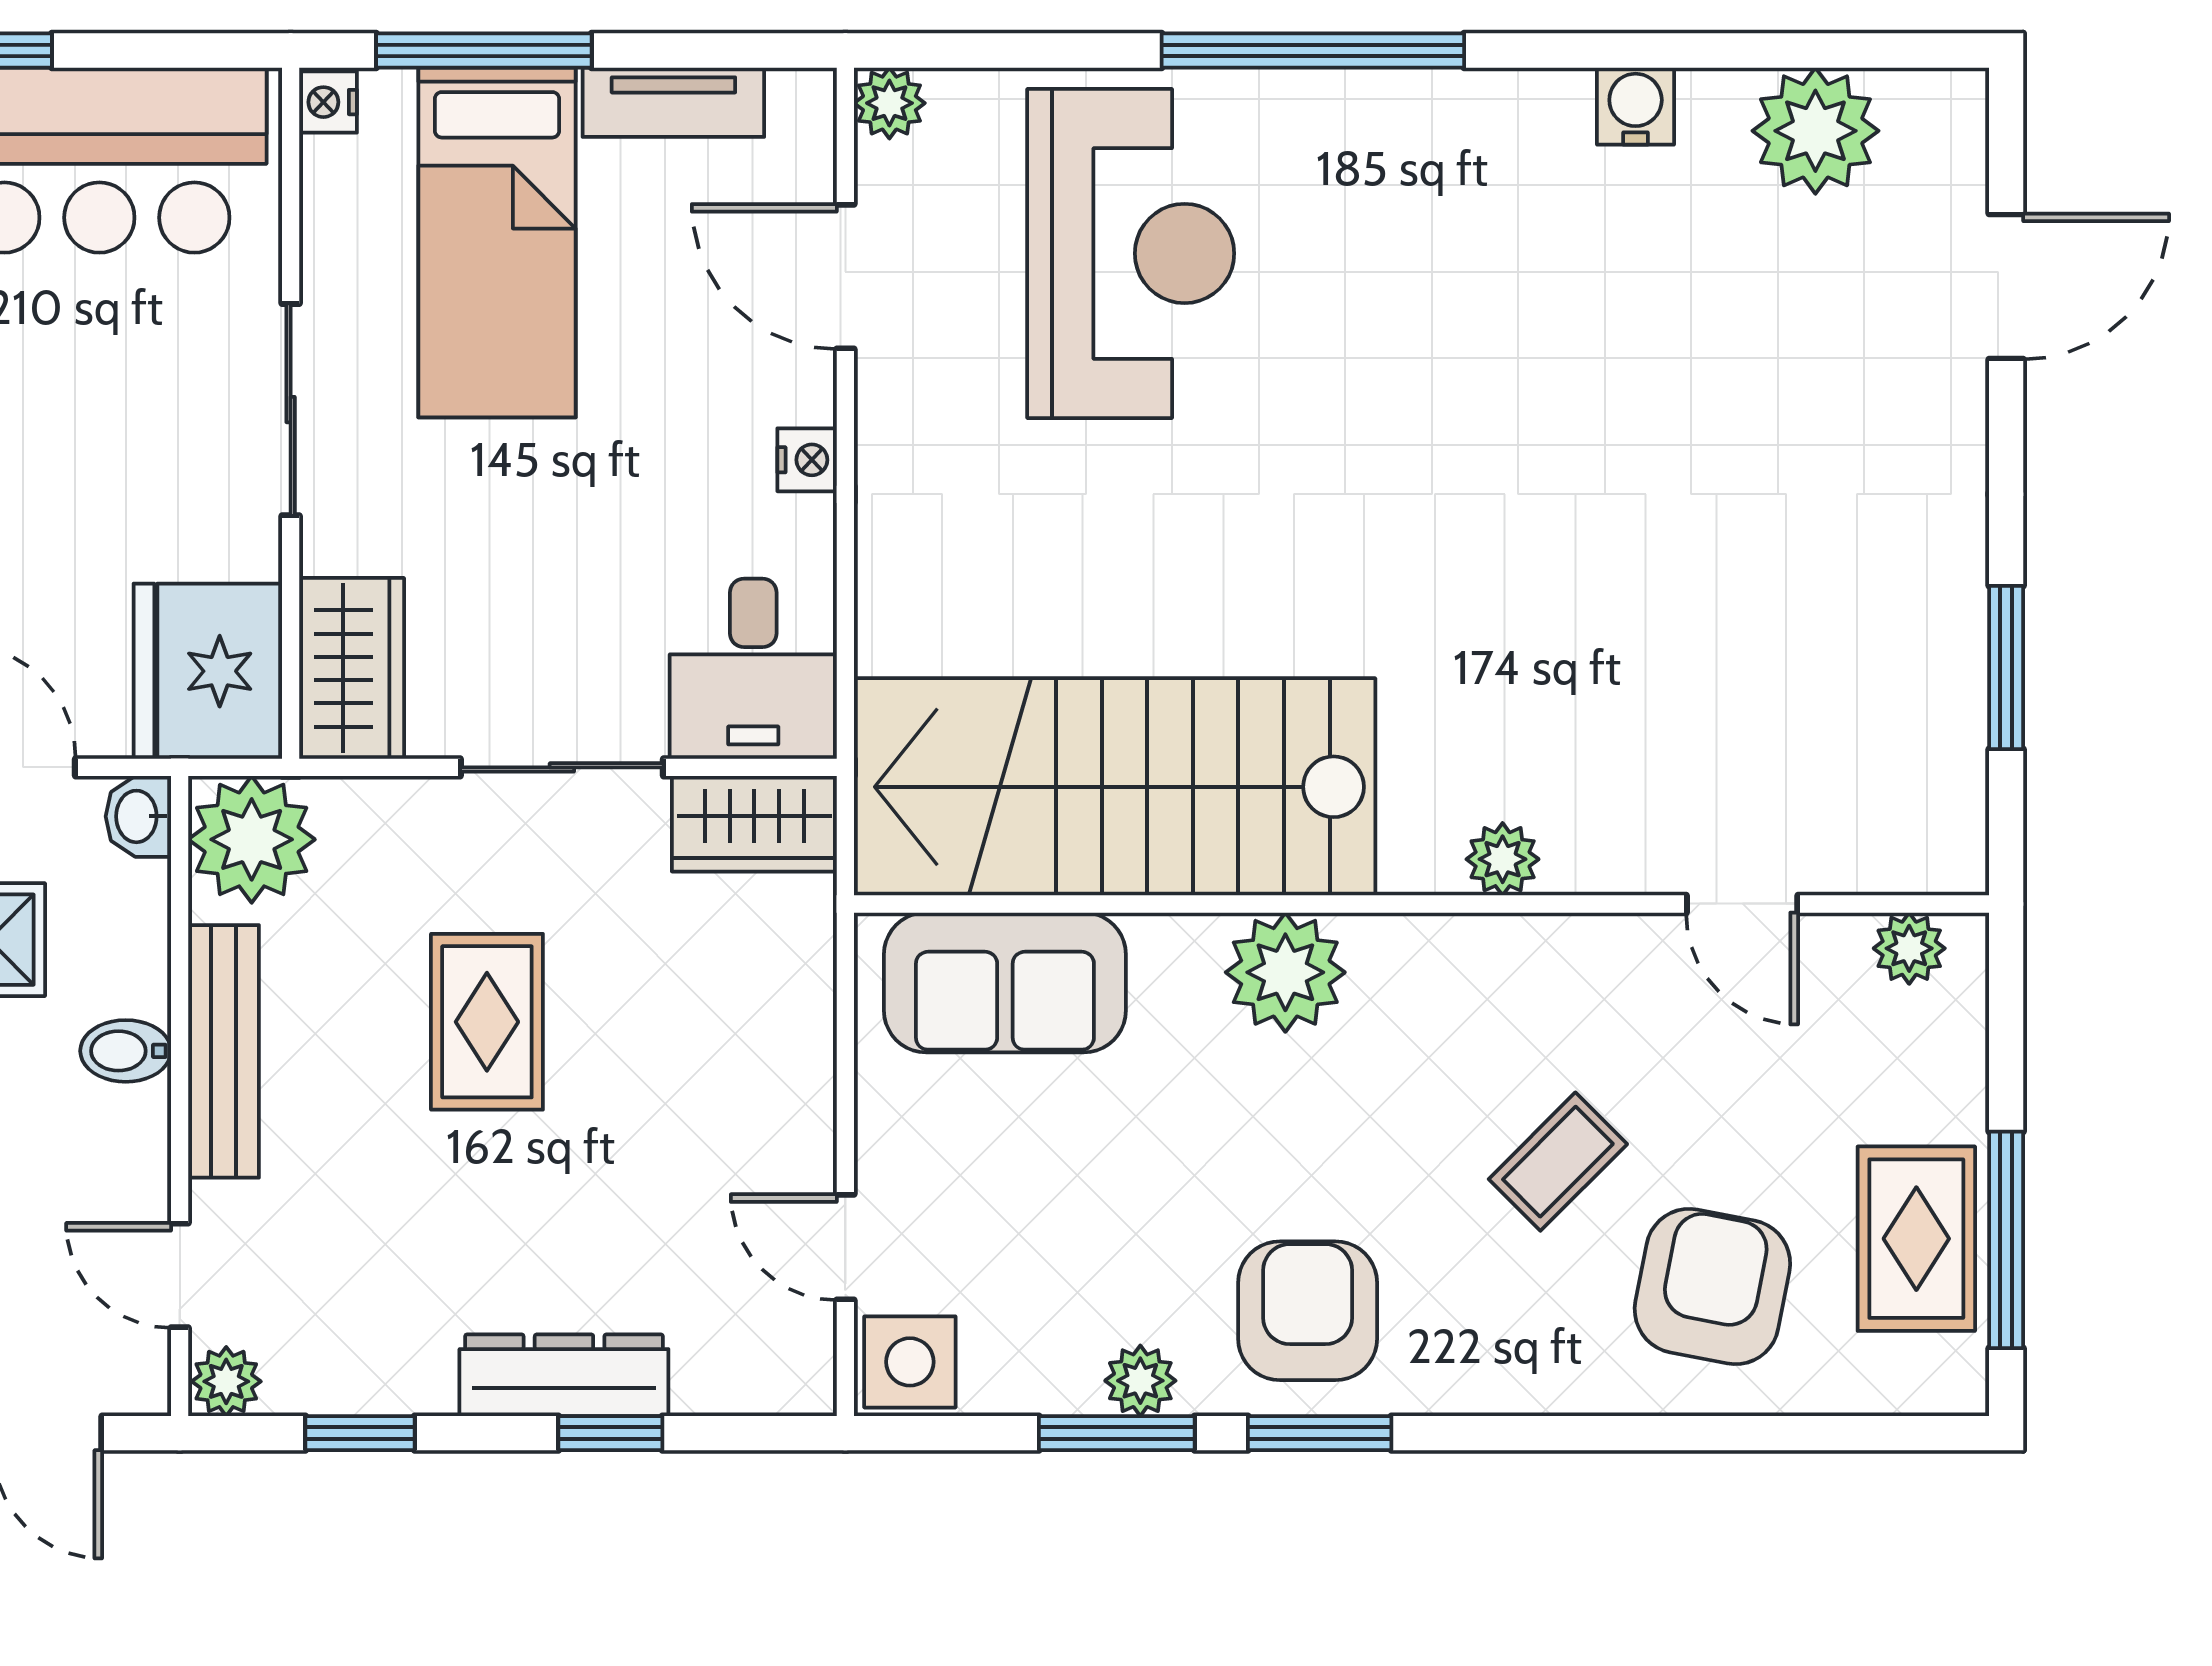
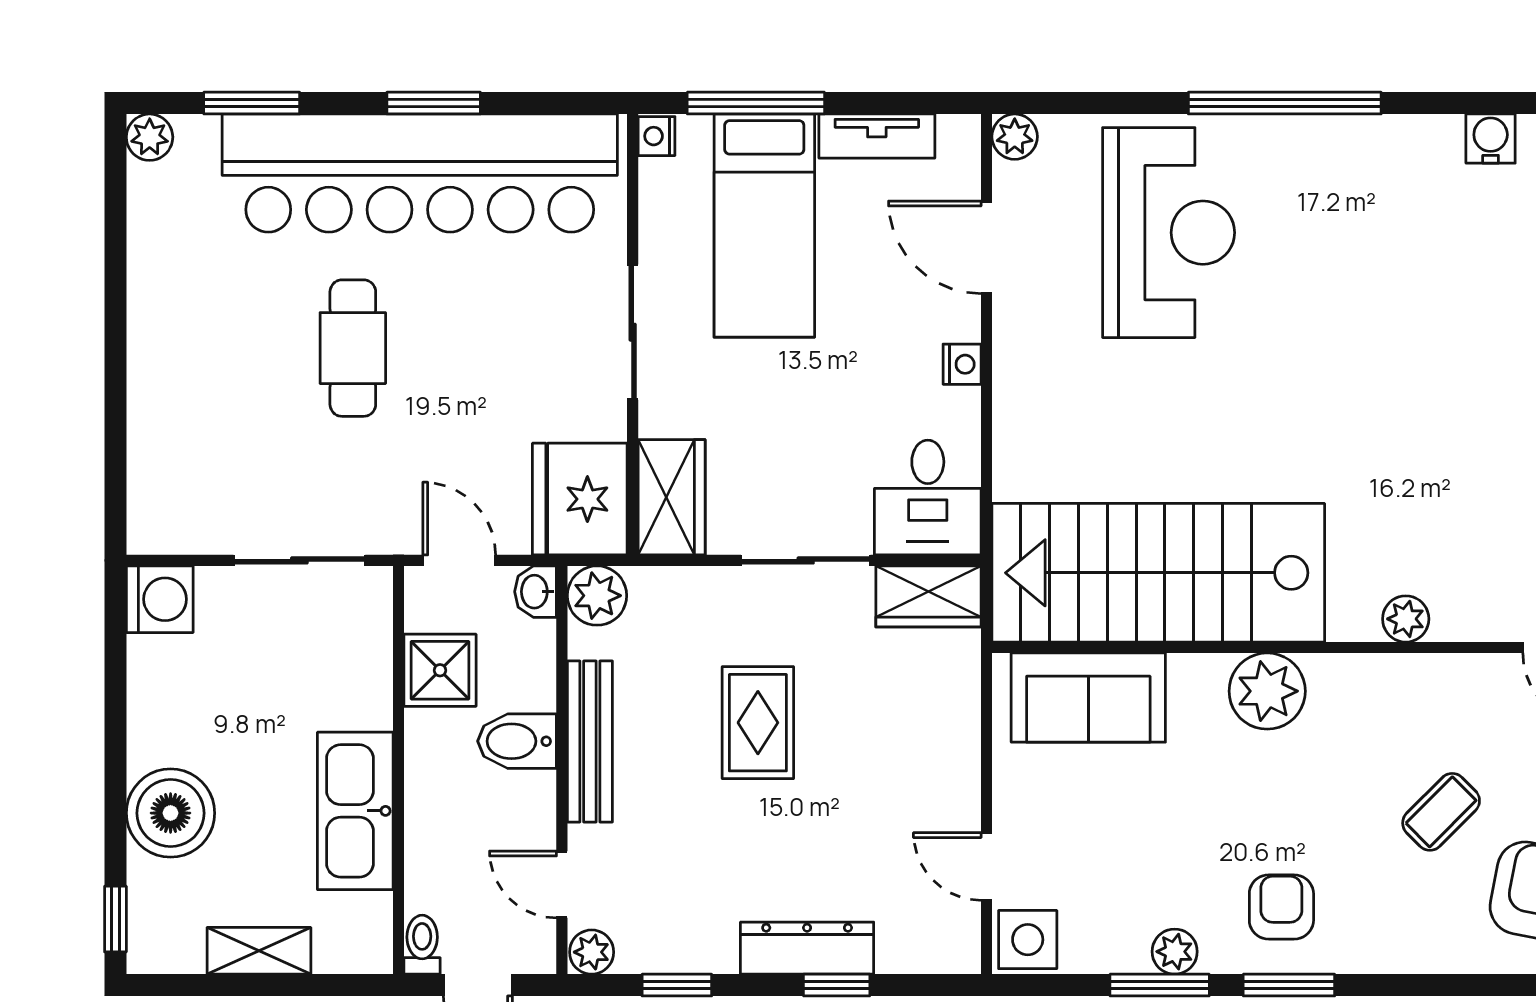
plant: (252, 839) -> (597, 596), width x0.73, depth x0.73
bidet: (126, 1051) -> (517, 741), width x1.38, depth x1.36
armchair: (1308, 1311) -> (1281, 907), width x0.72, depth x0.72

